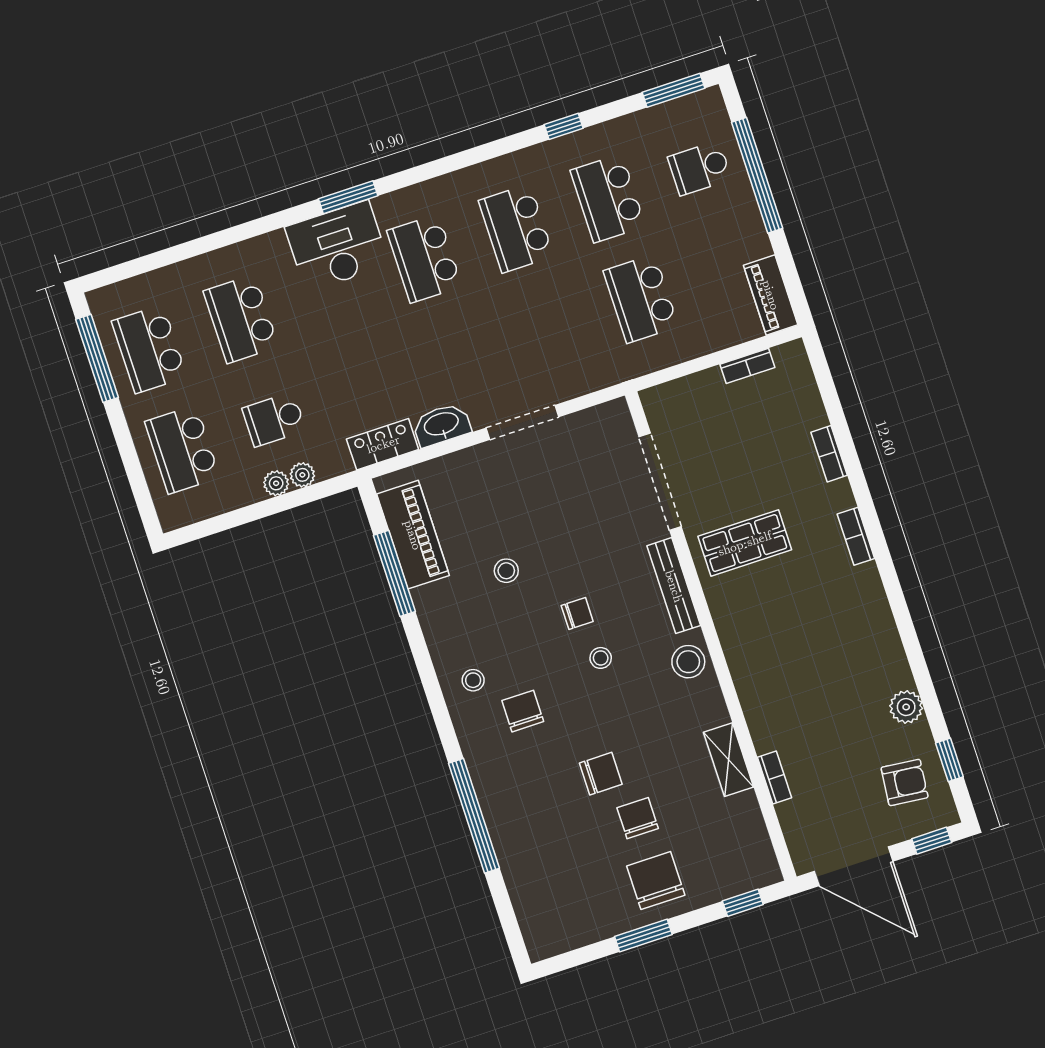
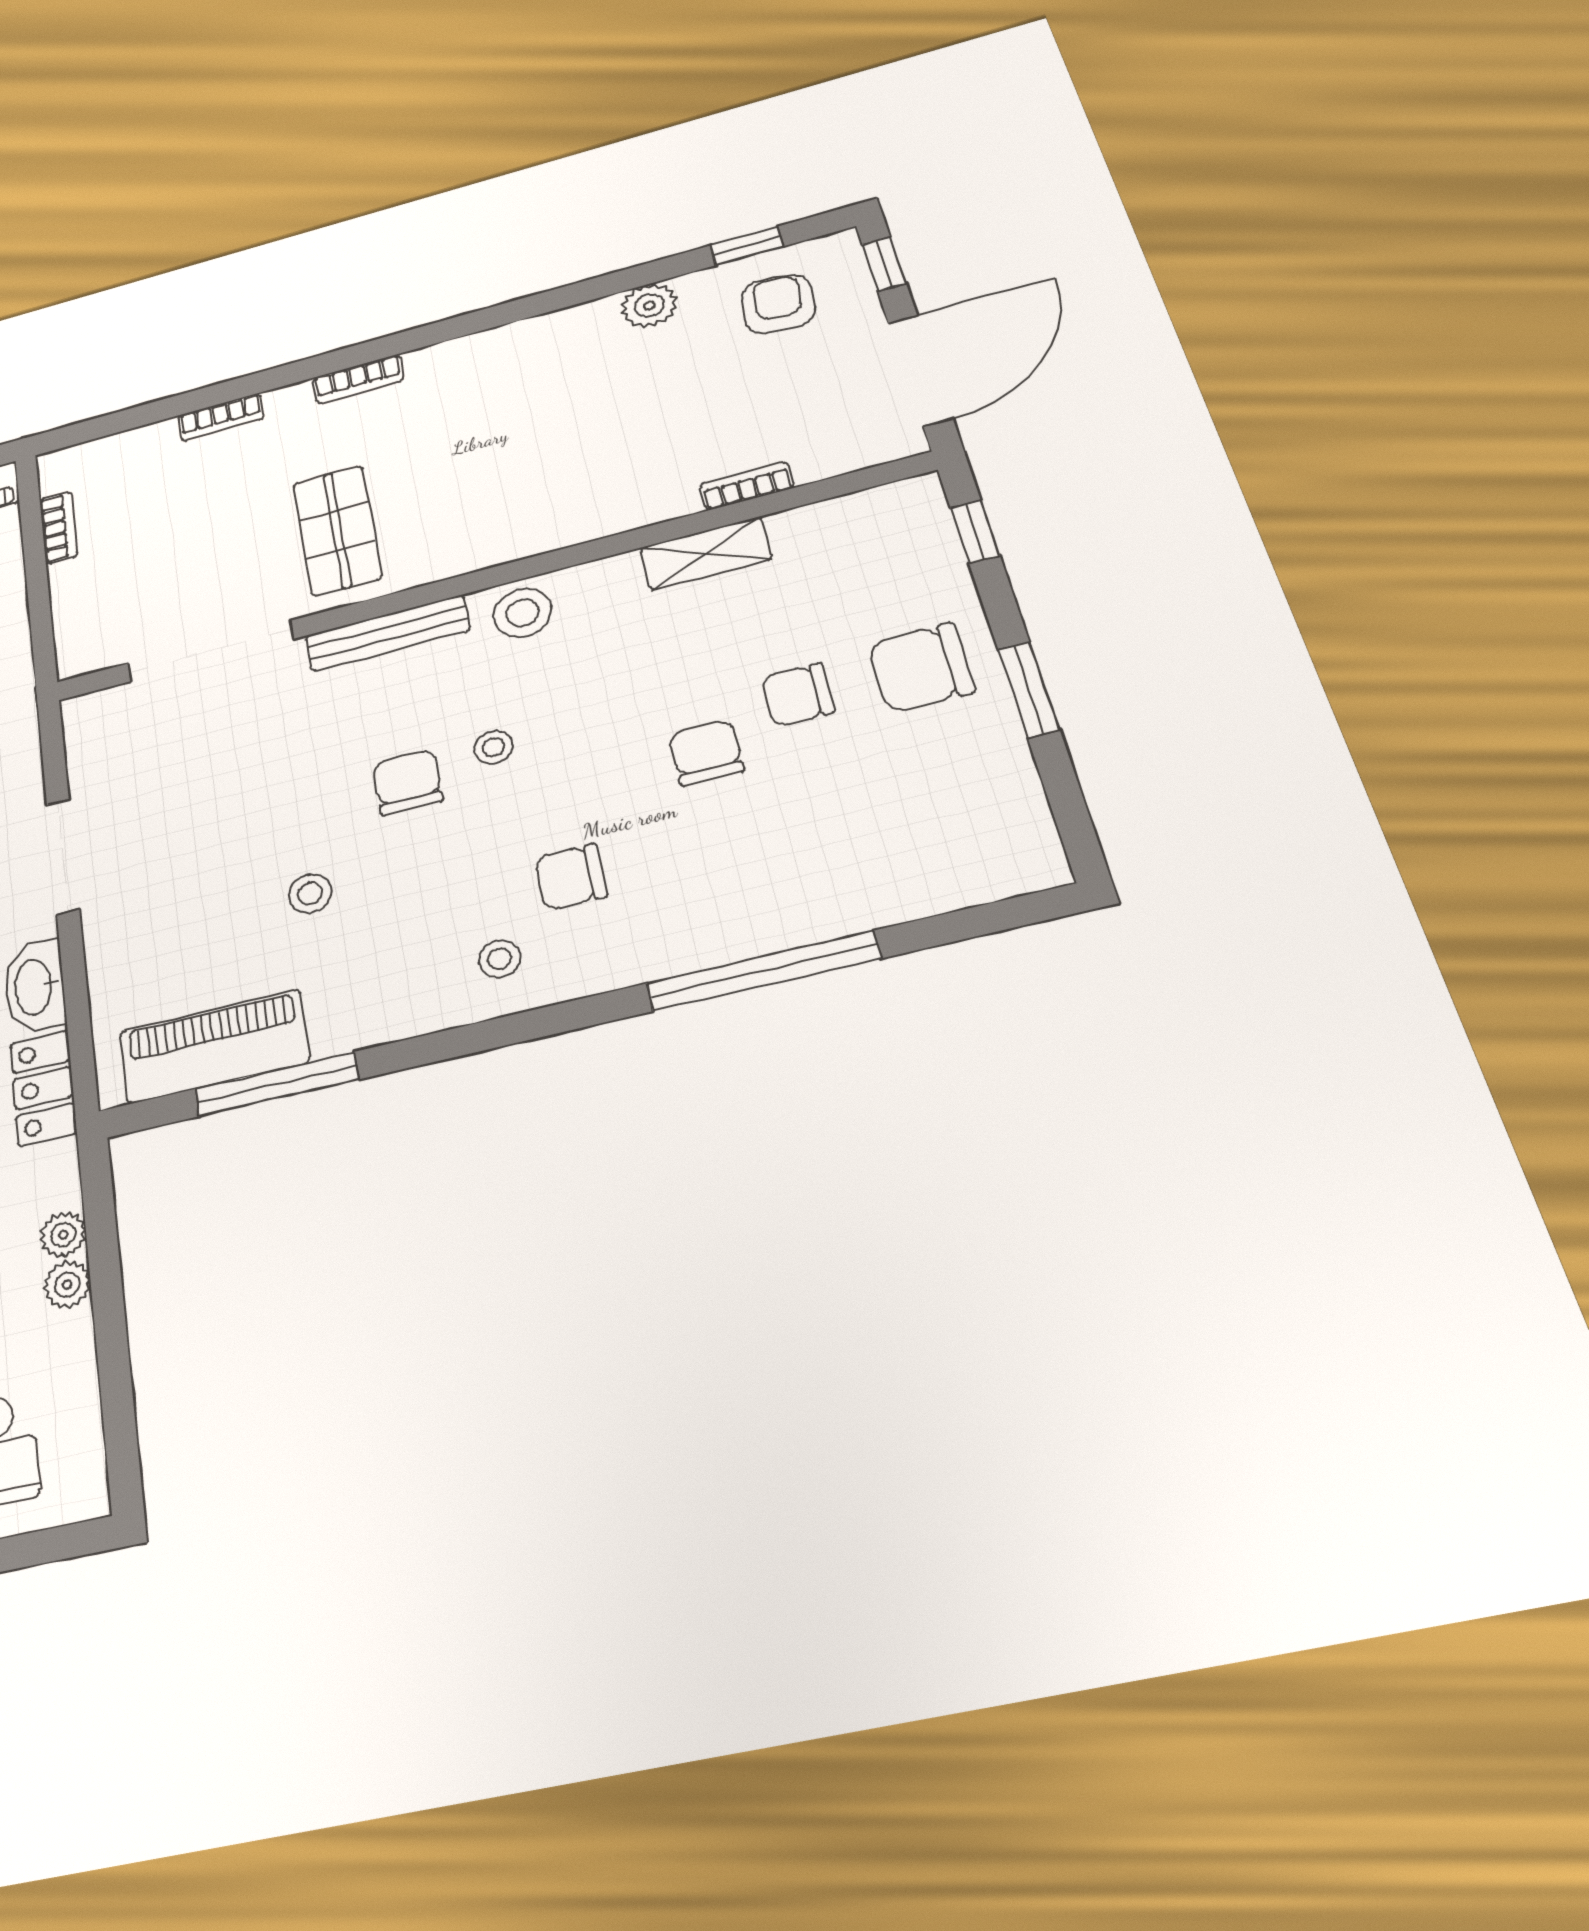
chair: (577, 614) -> (408, 782), width x1.37, depth x1.37

